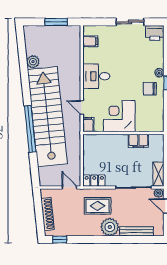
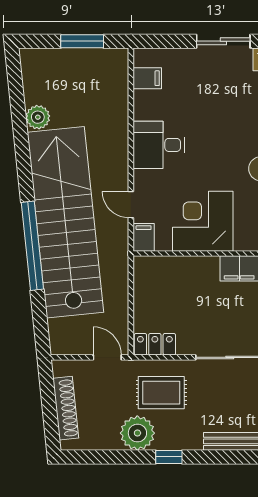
plant: (110, 227) -> (137, 433), moved
window: (60, 240) -> (169, 457), moved

